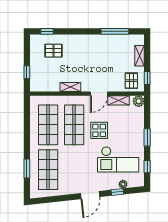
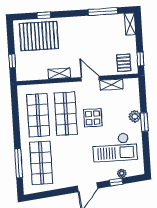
window: (47, 31) -> (44, 15), moved
pallet: (54, 51) -> (39, 36), width x2.05, depth x2.00
shelving: (140, 56) -> (130, 24), moved
door: (99, 94) -> (90, 79), swing flipped
plant: (139, 101) -> (135, 116), moved
window: (147, 167) -> (146, 153), removed
window: (27, 169) -> (19, 163), width x1.44

